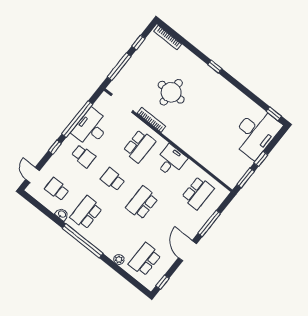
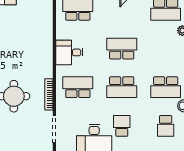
school desk: (113, 179) -> (122, 87), width x1.85
school desk: (142, 203) -> (122, 49), turned 180

